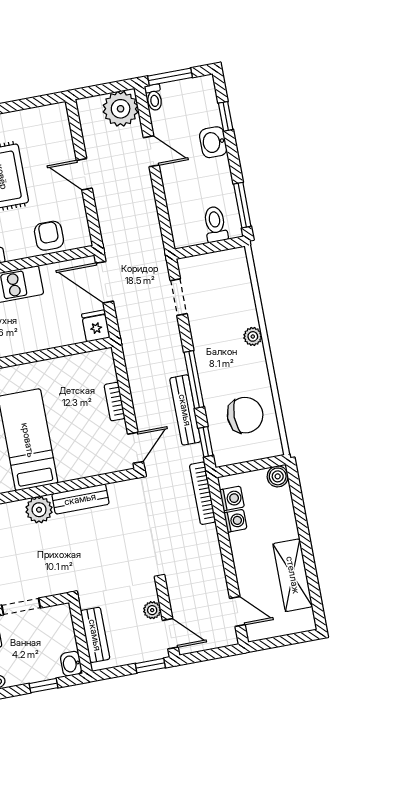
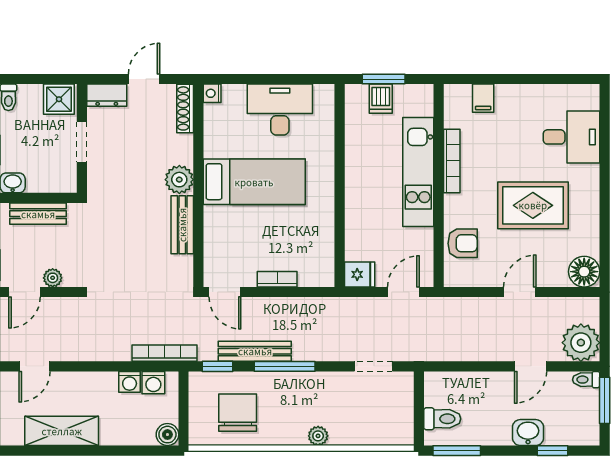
floor lamp: (54, 118) -> (584, 272), added
door: (104, 282) -> (403, 292), width x0.73
chair: (245, 415) -> (238, 413), turned 180

